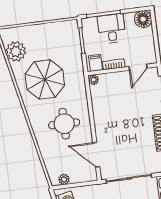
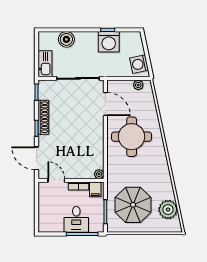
floor lamp: (143, 19) -> (46, 225), removed
door: (138, 67) -> (56, 180), hinge flipped
parasol: (45, 79) -> (133, 205), moved
round table: (64, 124) -> (132, 137), width x1.36, depth x1.36

